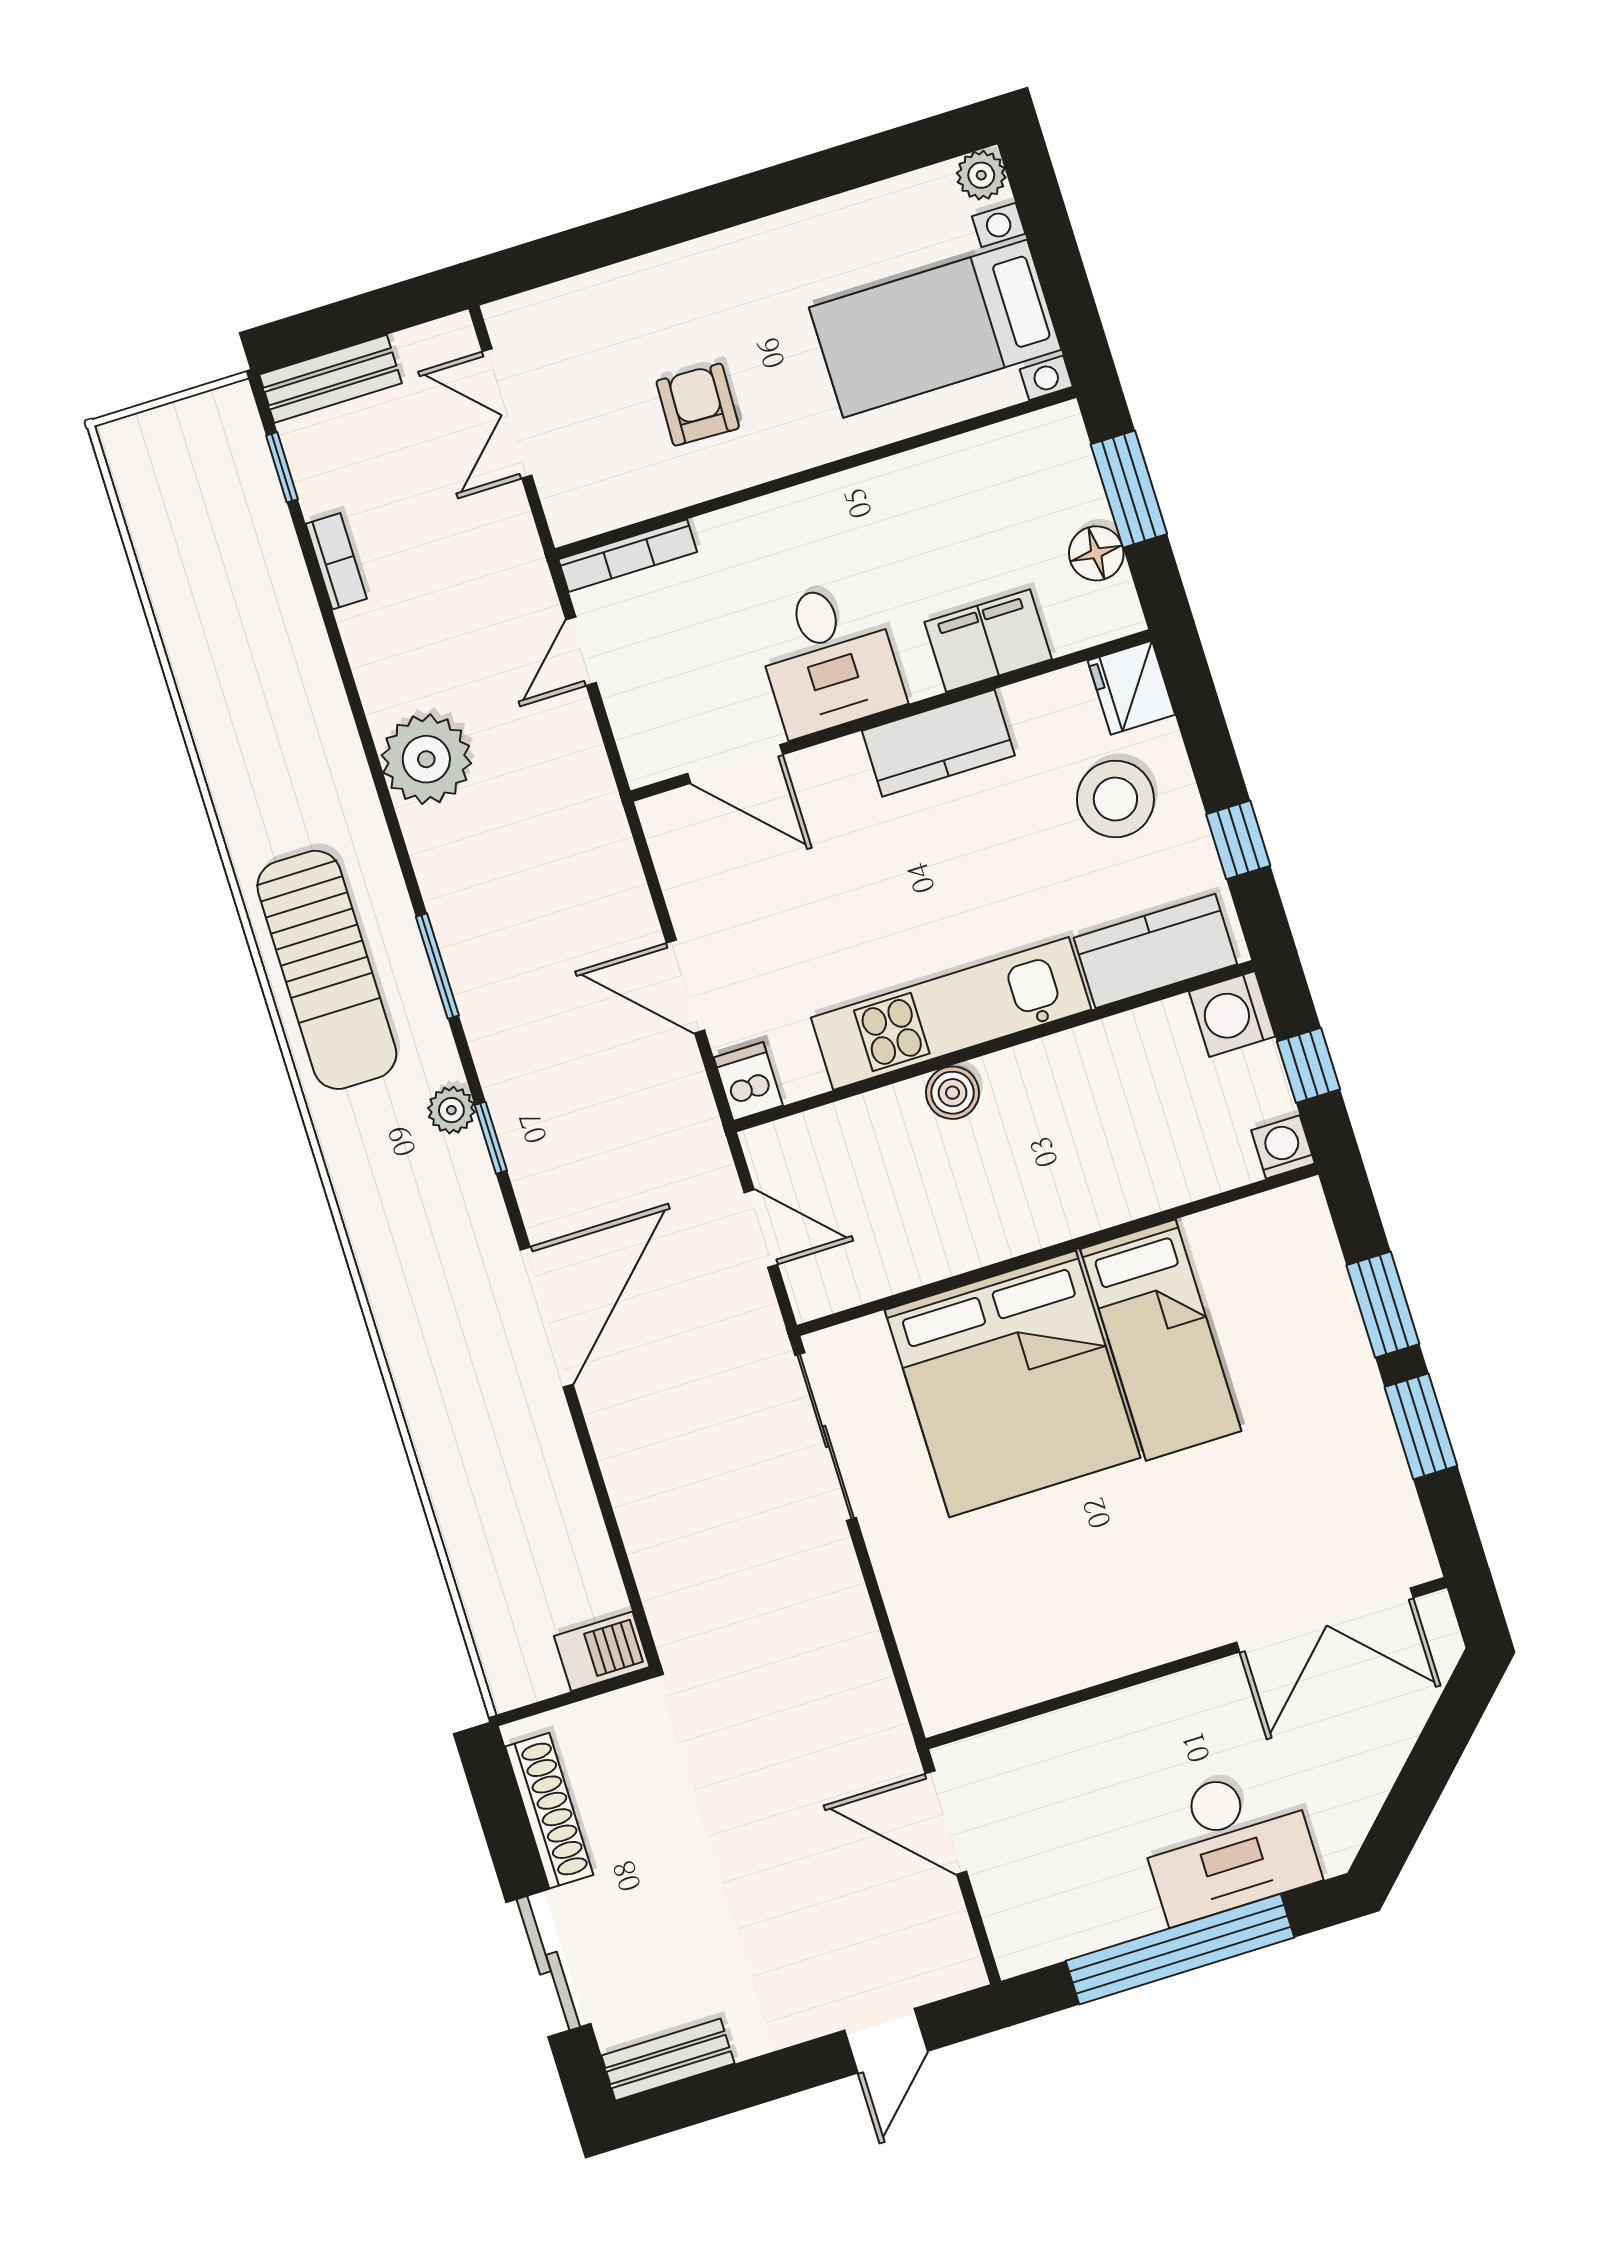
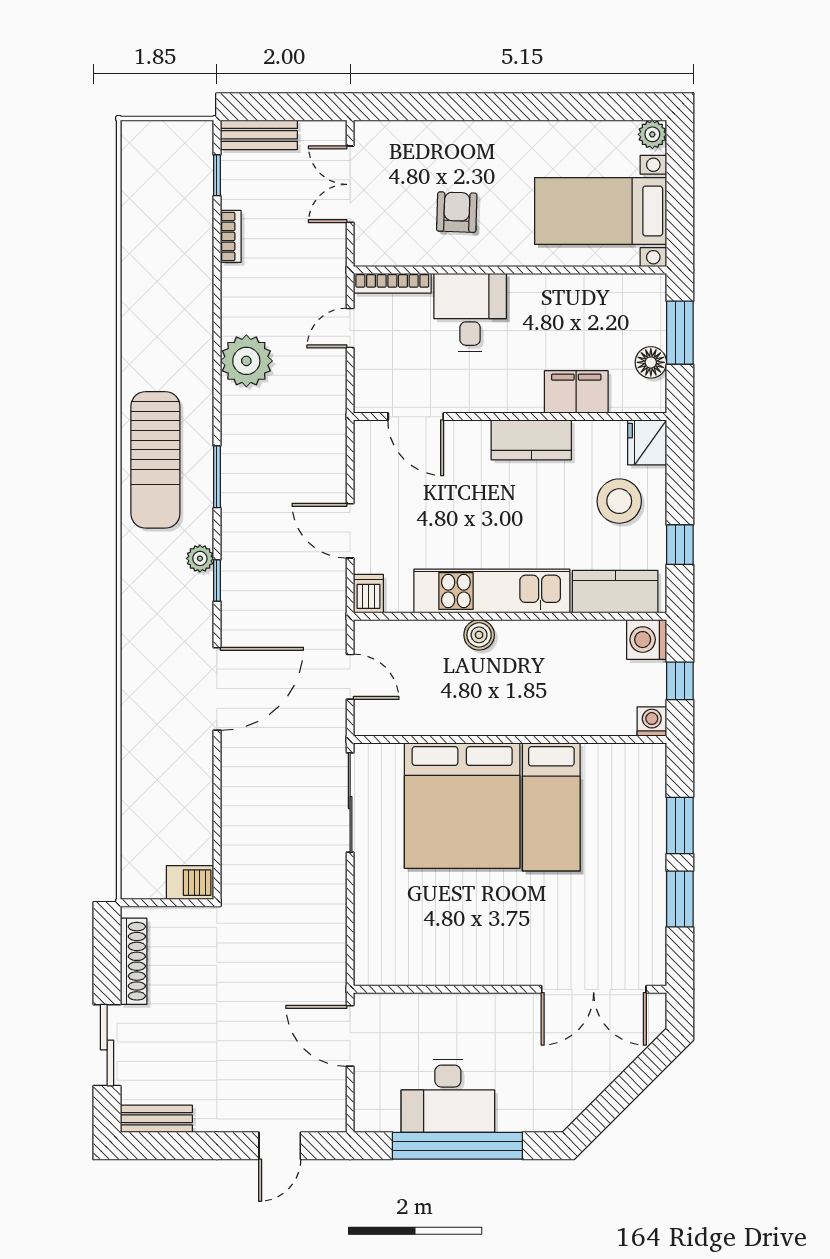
desk: (829, 658) -> (470, 312), moved, turned 180
desk: (1228, 1844) -> (448, 1096), moved

